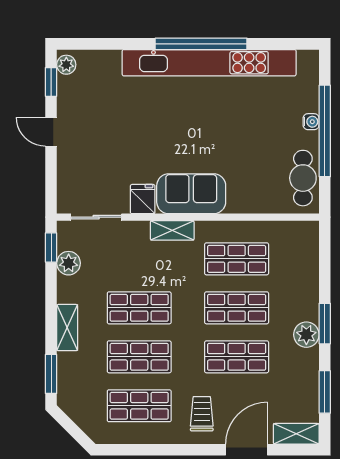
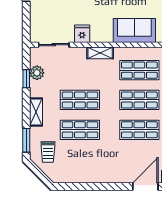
sofa: (191, 194) -> (134, 30), moved
window: (51, 248) -> (26, 79), moved
shop shelf: (139, 406) -> (80, 160), removed
trolley: (202, 414) -> (48, 152), moved, turned 180

